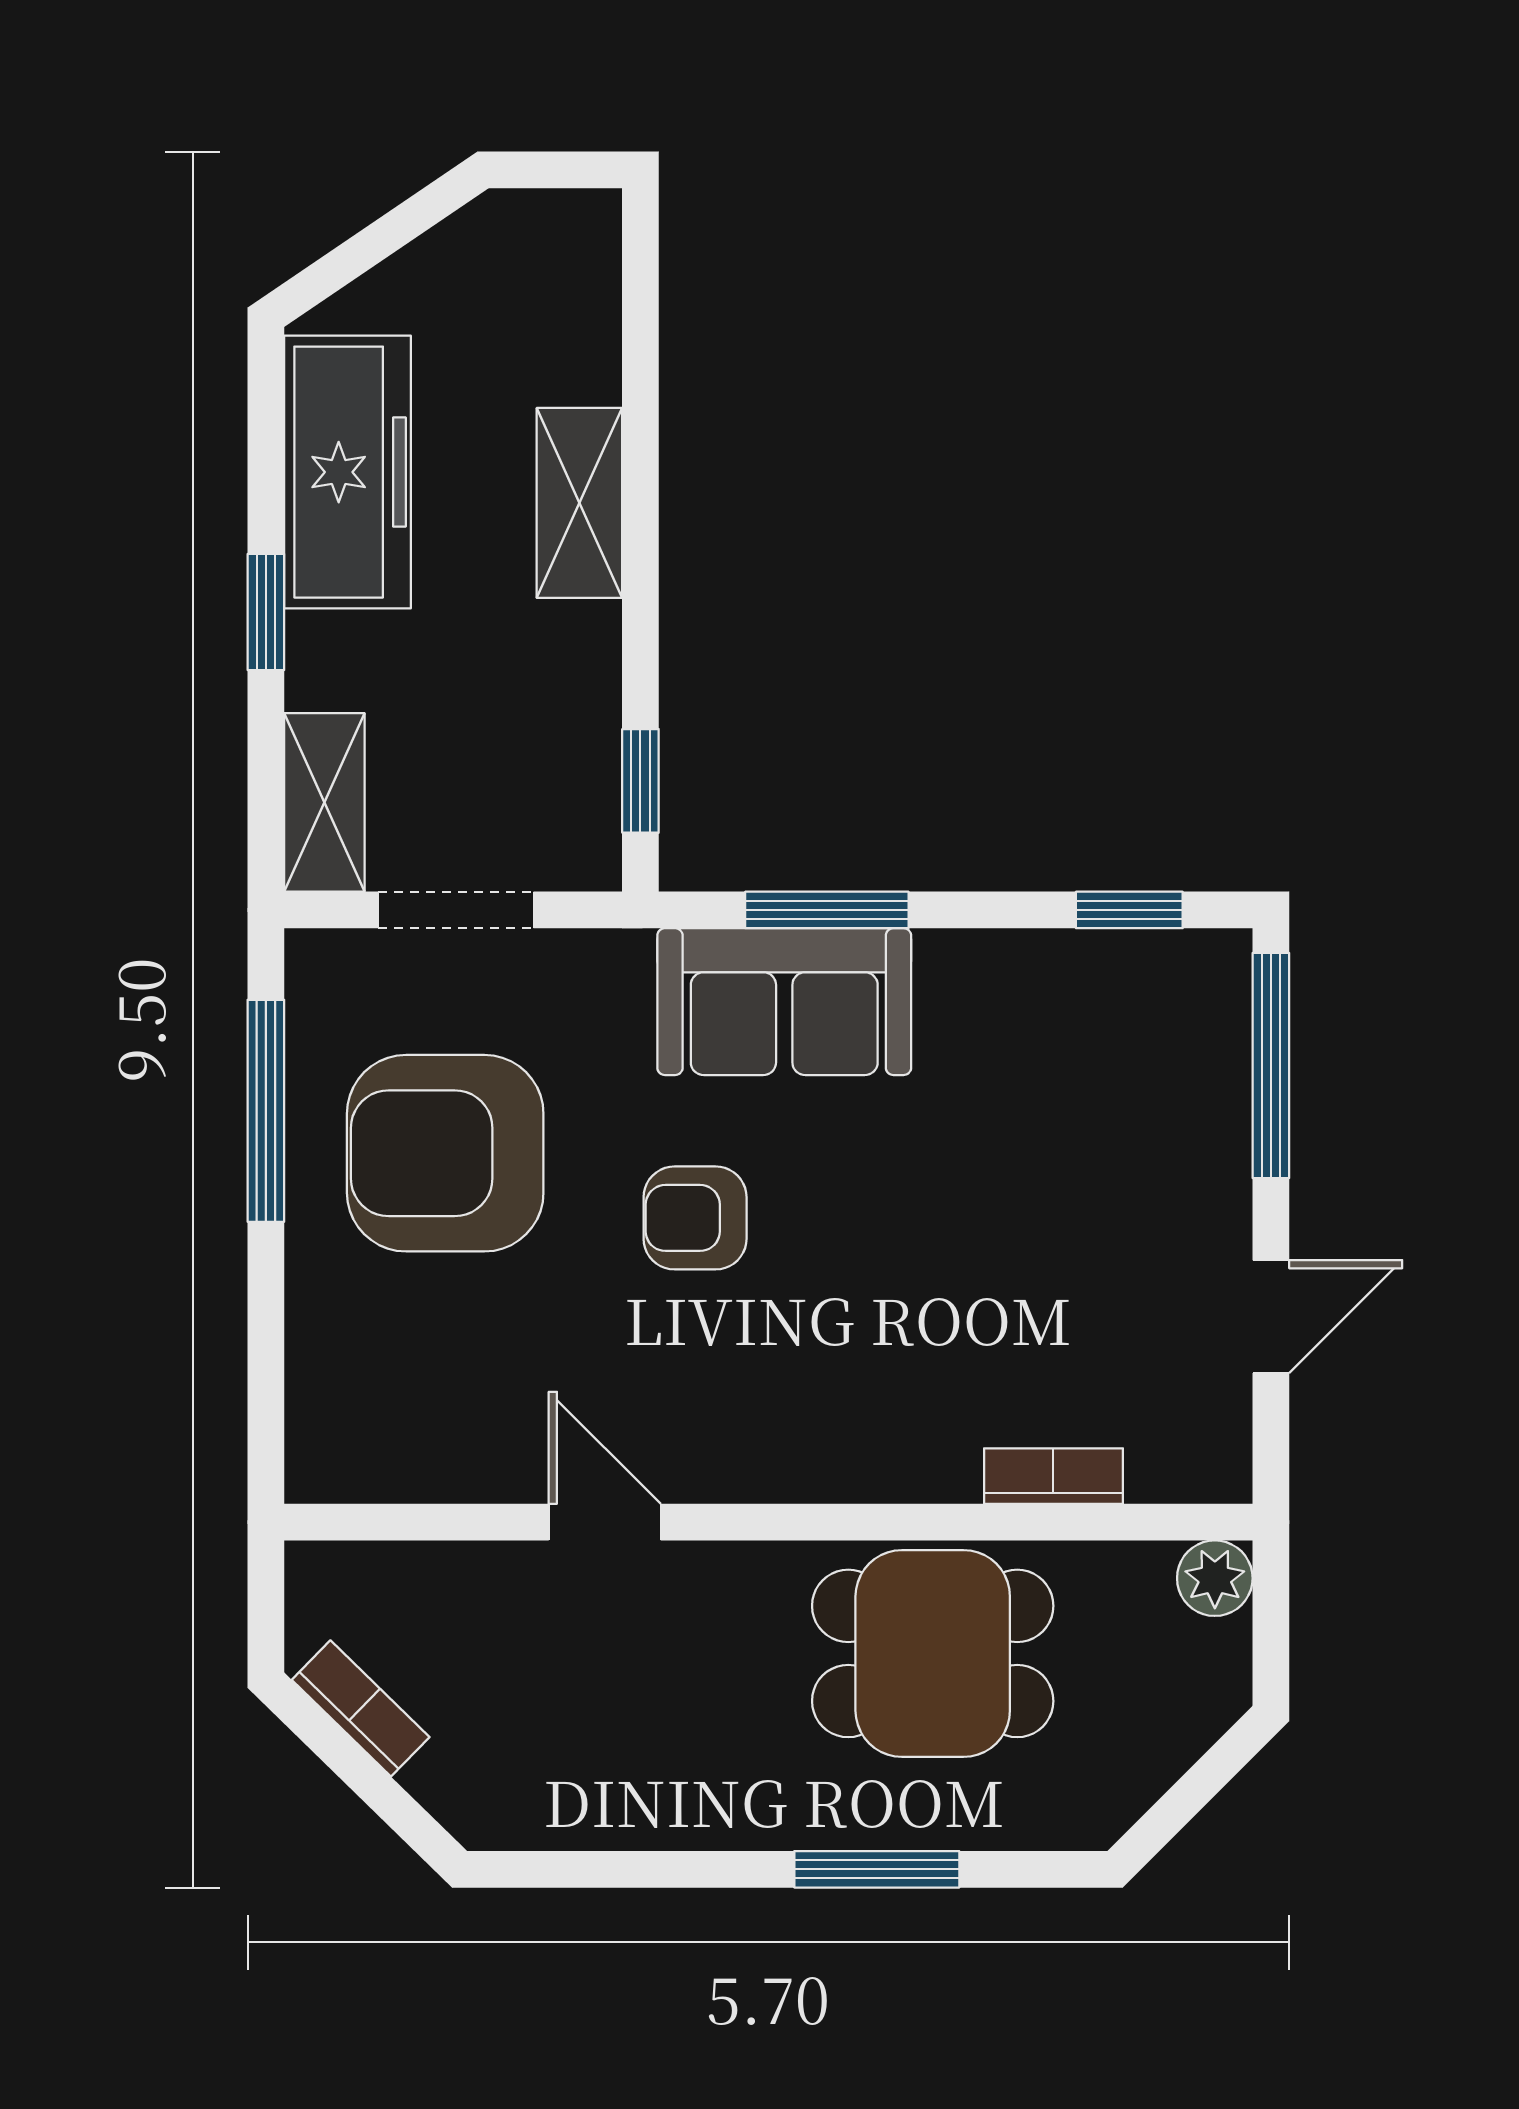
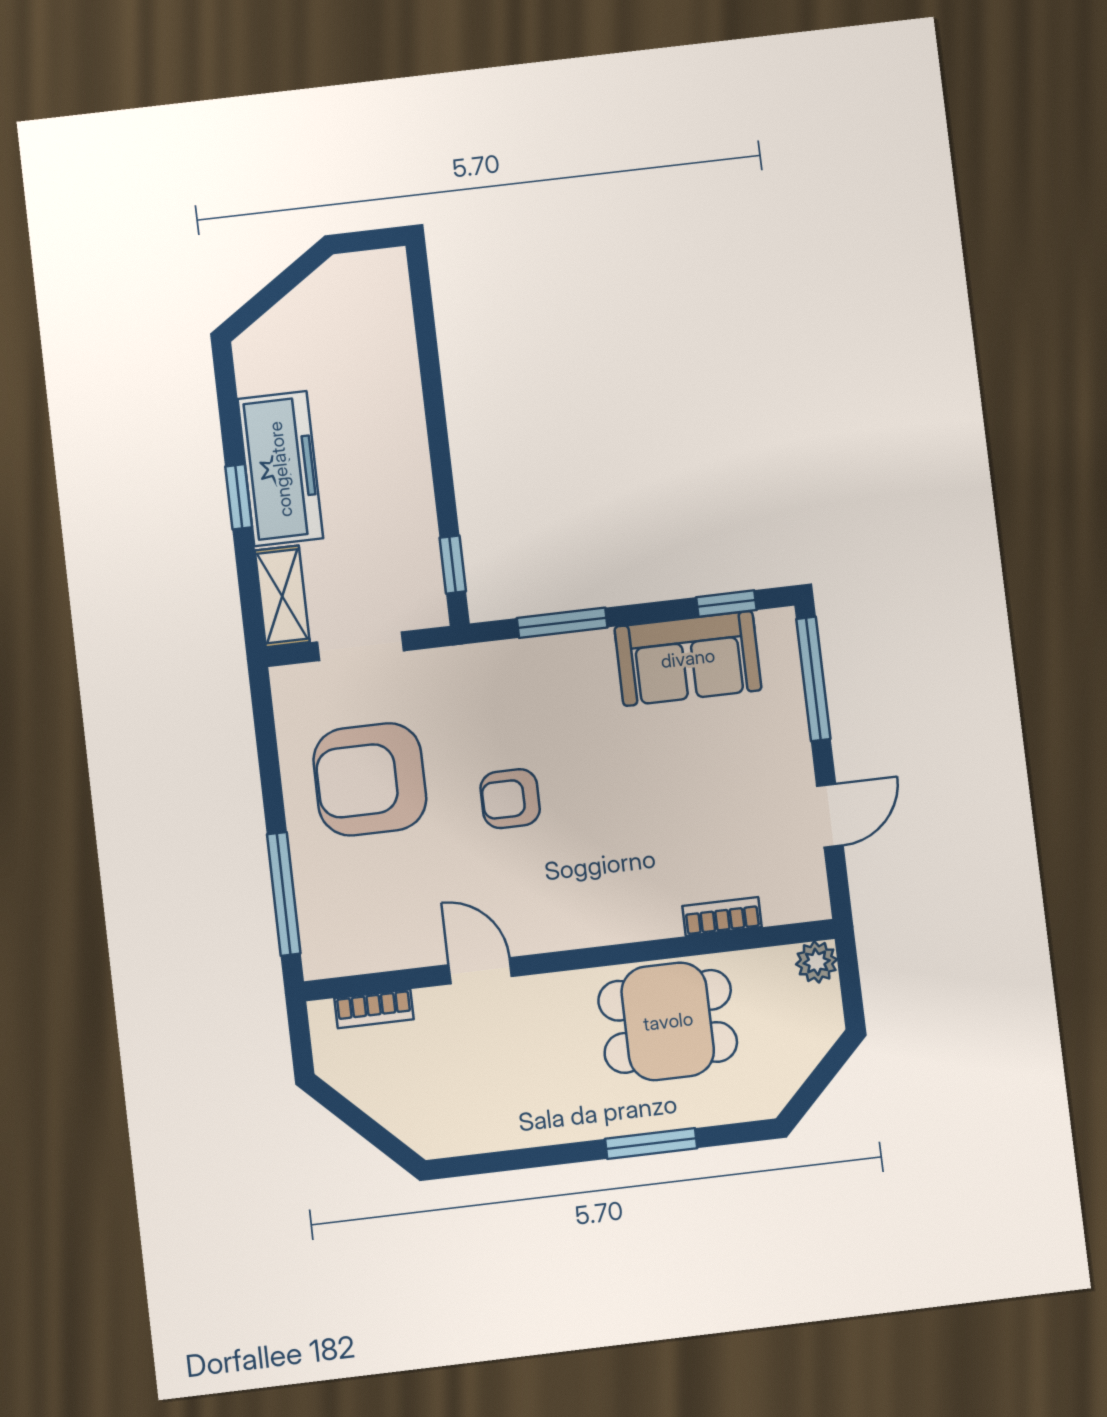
freezer: (348, 472) -> (280, 469), moved
shelving: (579, 503) -> (402, 418), removed
sofa: (784, 1002) -> (688, 658), moved
window: (266, 1111) -> (284, 894), moved
bookcase: (361, 1708) -> (374, 1009), moved, turned 136

